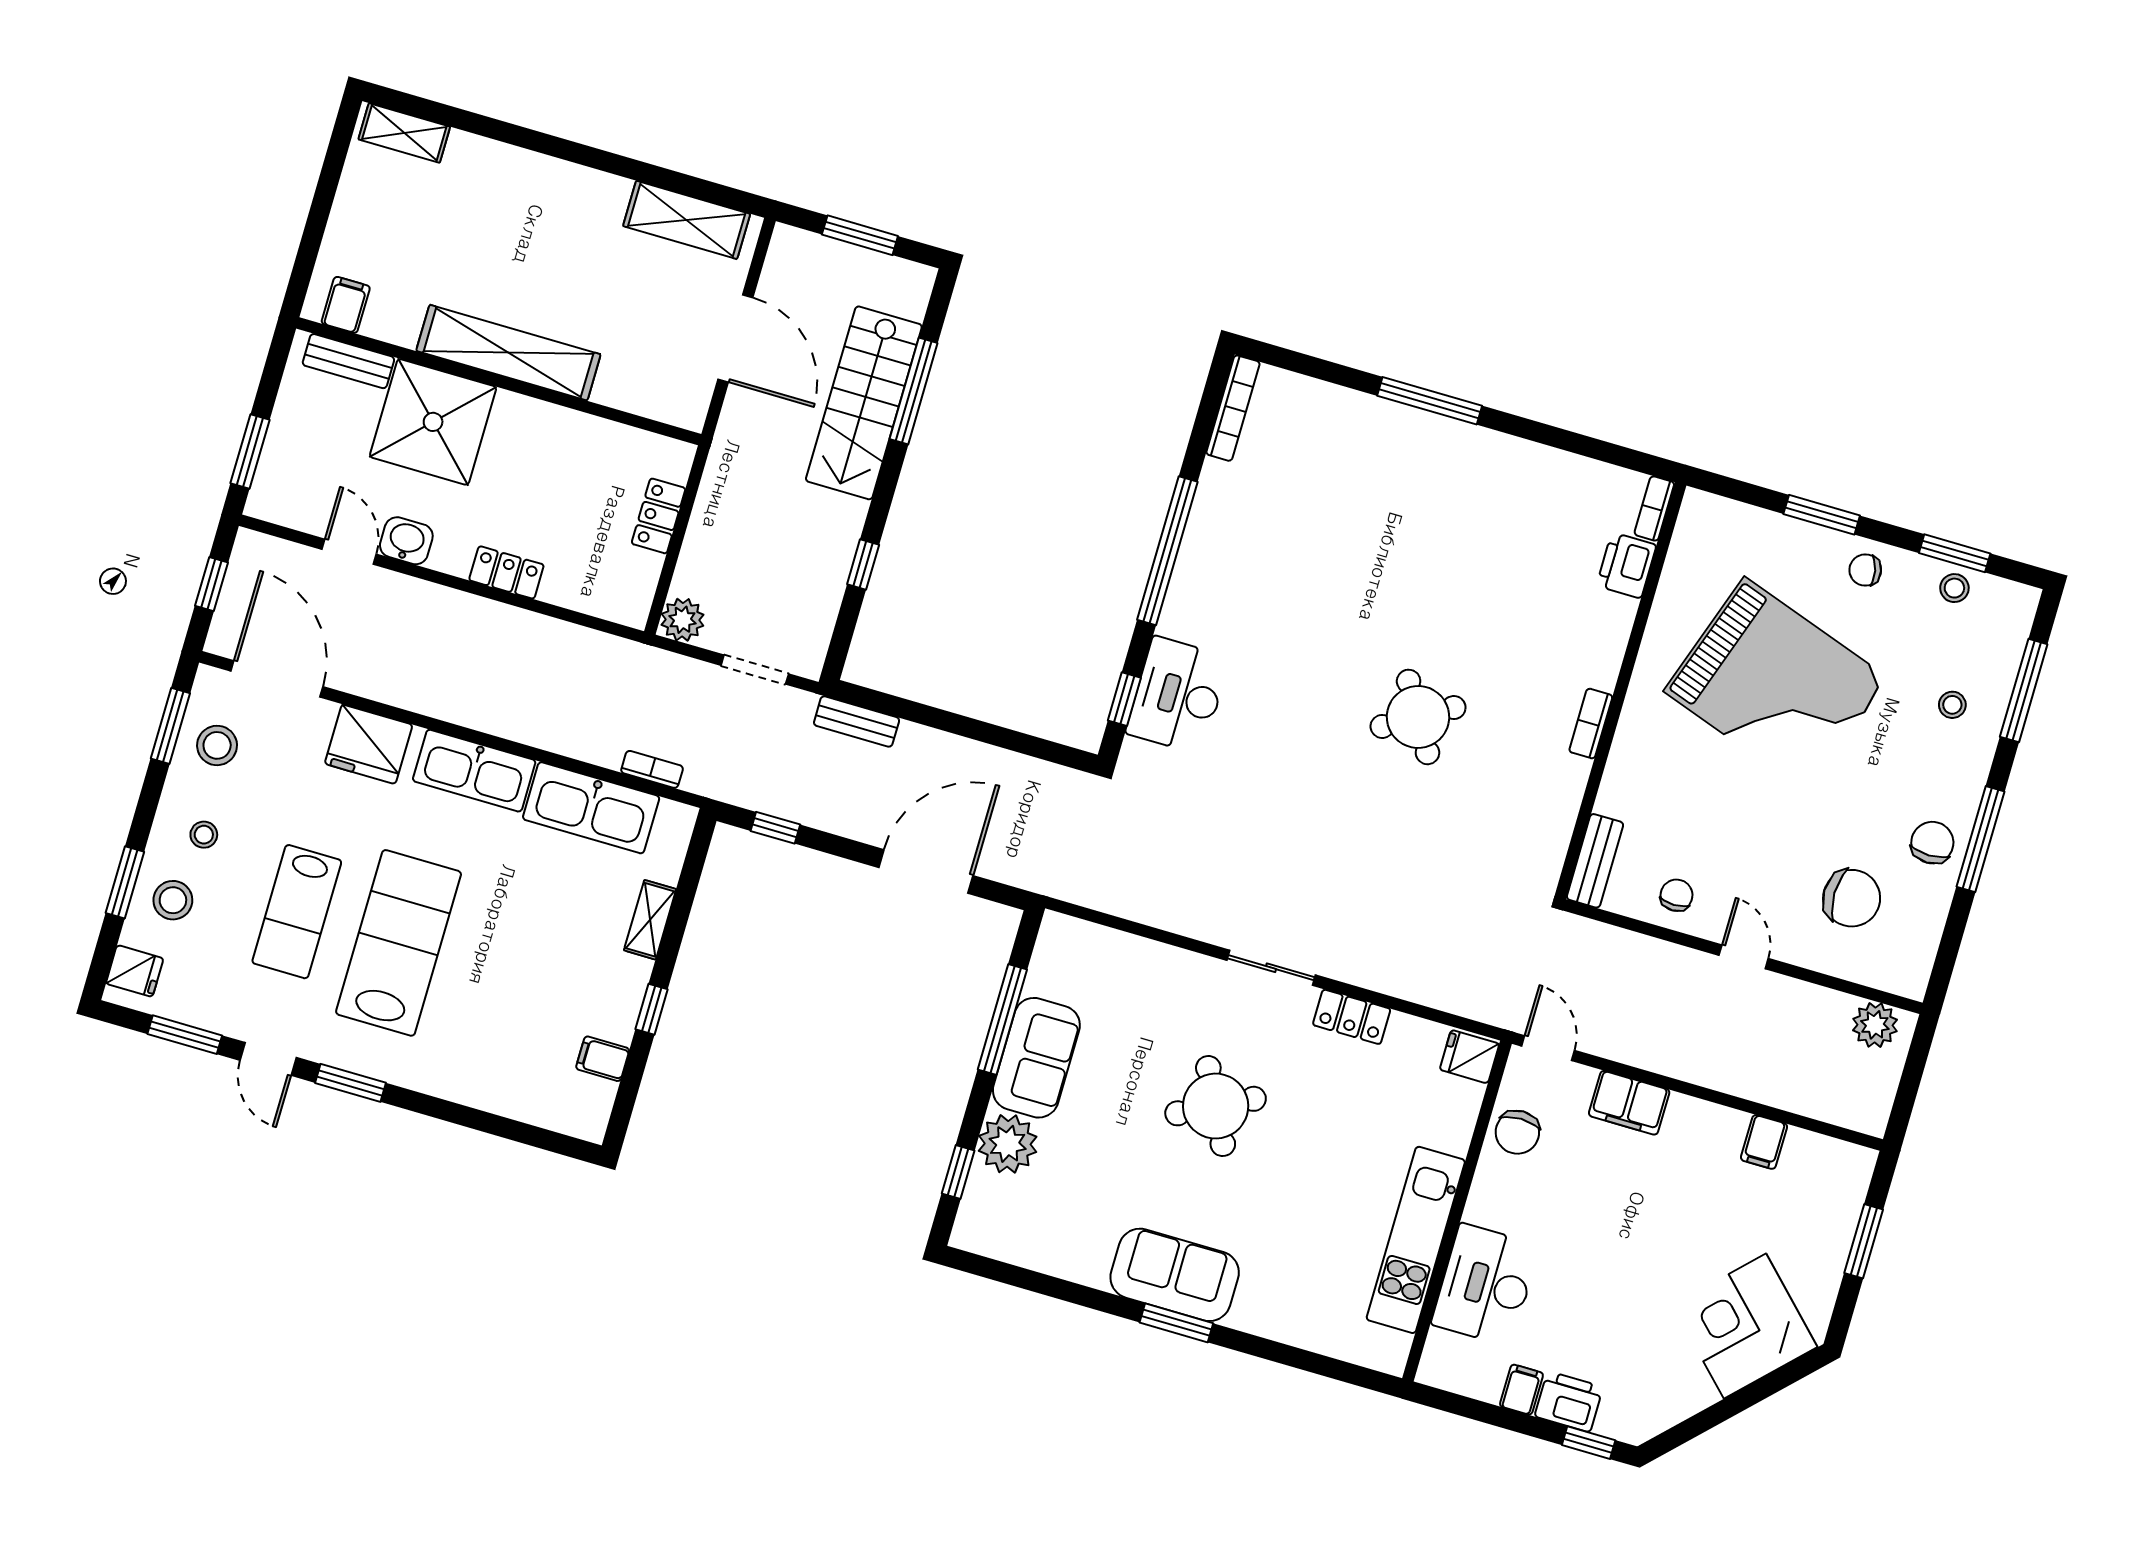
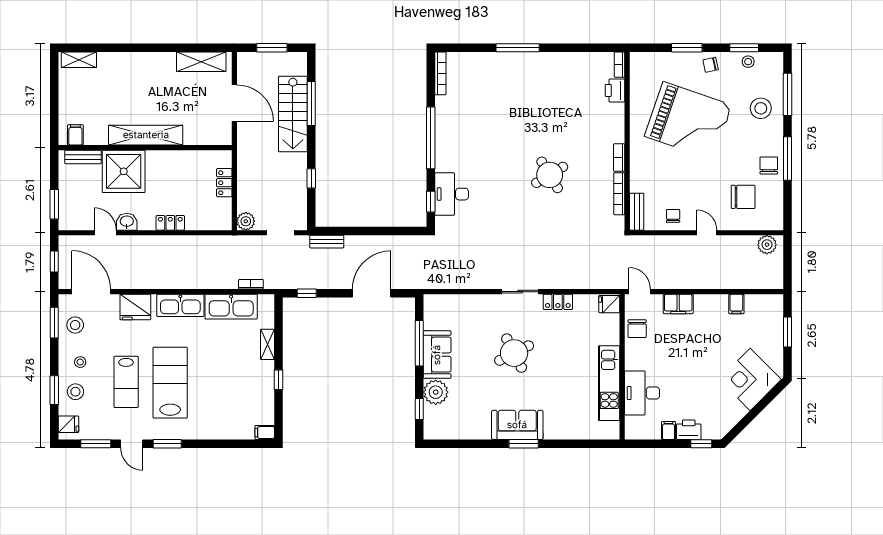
stool: (1952, 705) -> (761, 108), width x1.89, depth x1.89
bookcase: (1567, 808) -> (619, 194), added
filing cabinet: (603, 1059) -> (265, 433), moved

